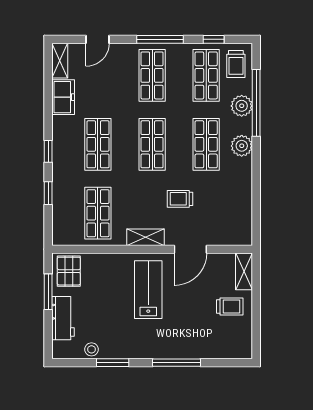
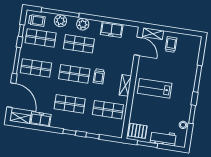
door: (98, 39) -> (11, 95), width x1.88
freezer: (240, 198) -> (112, 29), added
trolley: (180, 199) -> (99, 76), moved
door: (190, 249) -> (138, 46), moved

